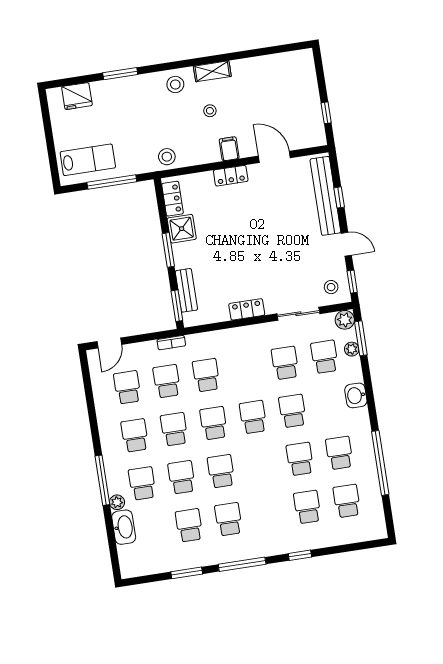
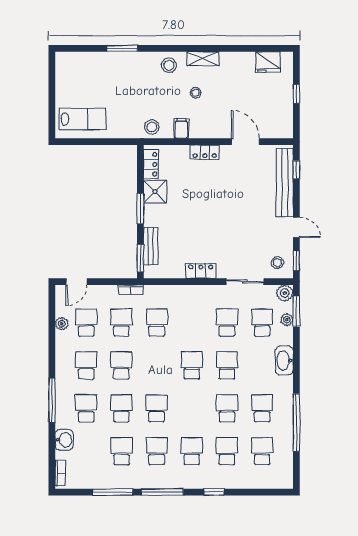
fridge: (77, 96) -> (268, 62), moved
window: (326, 113) -> (296, 94), moved
filing cabinet: (229, 149) -> (181, 129), moved
window: (112, 182) -> (100, 142), removed
window: (339, 197) -> (296, 170), moved
washbasin: (356, 395) -> (284, 360), width x1.38
school desk: (214, 423) -> (192, 451), moved
plant: (117, 502) -> (62, 324), moved
washbasin: (124, 527) -> (64, 440), width x0.72
bookcase: (124, 560) -> (60, 473), added
window: (187, 573) -> (113, 492), width x1.44

